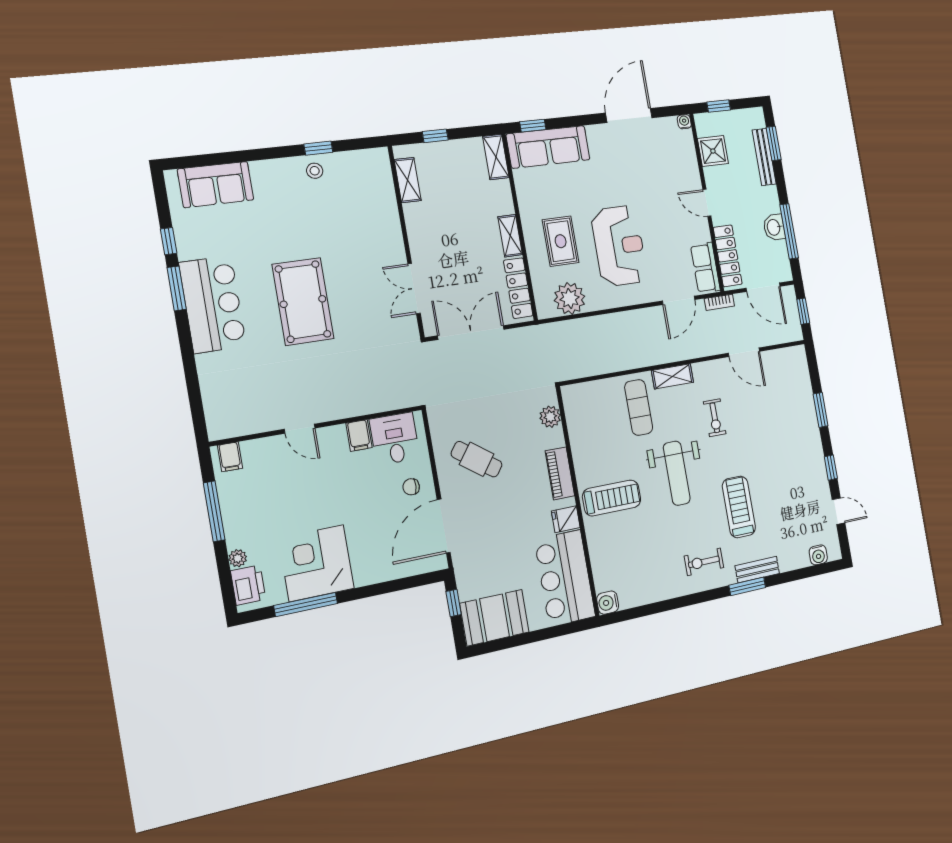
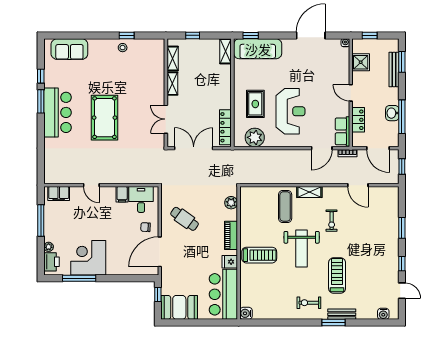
shelving: (510, 236) -> (172, 84), moved
locker: (728, 256) -> (358, 120), width x0.66
filing cabinet: (230, 457) -> (59, 194), width x2.00

